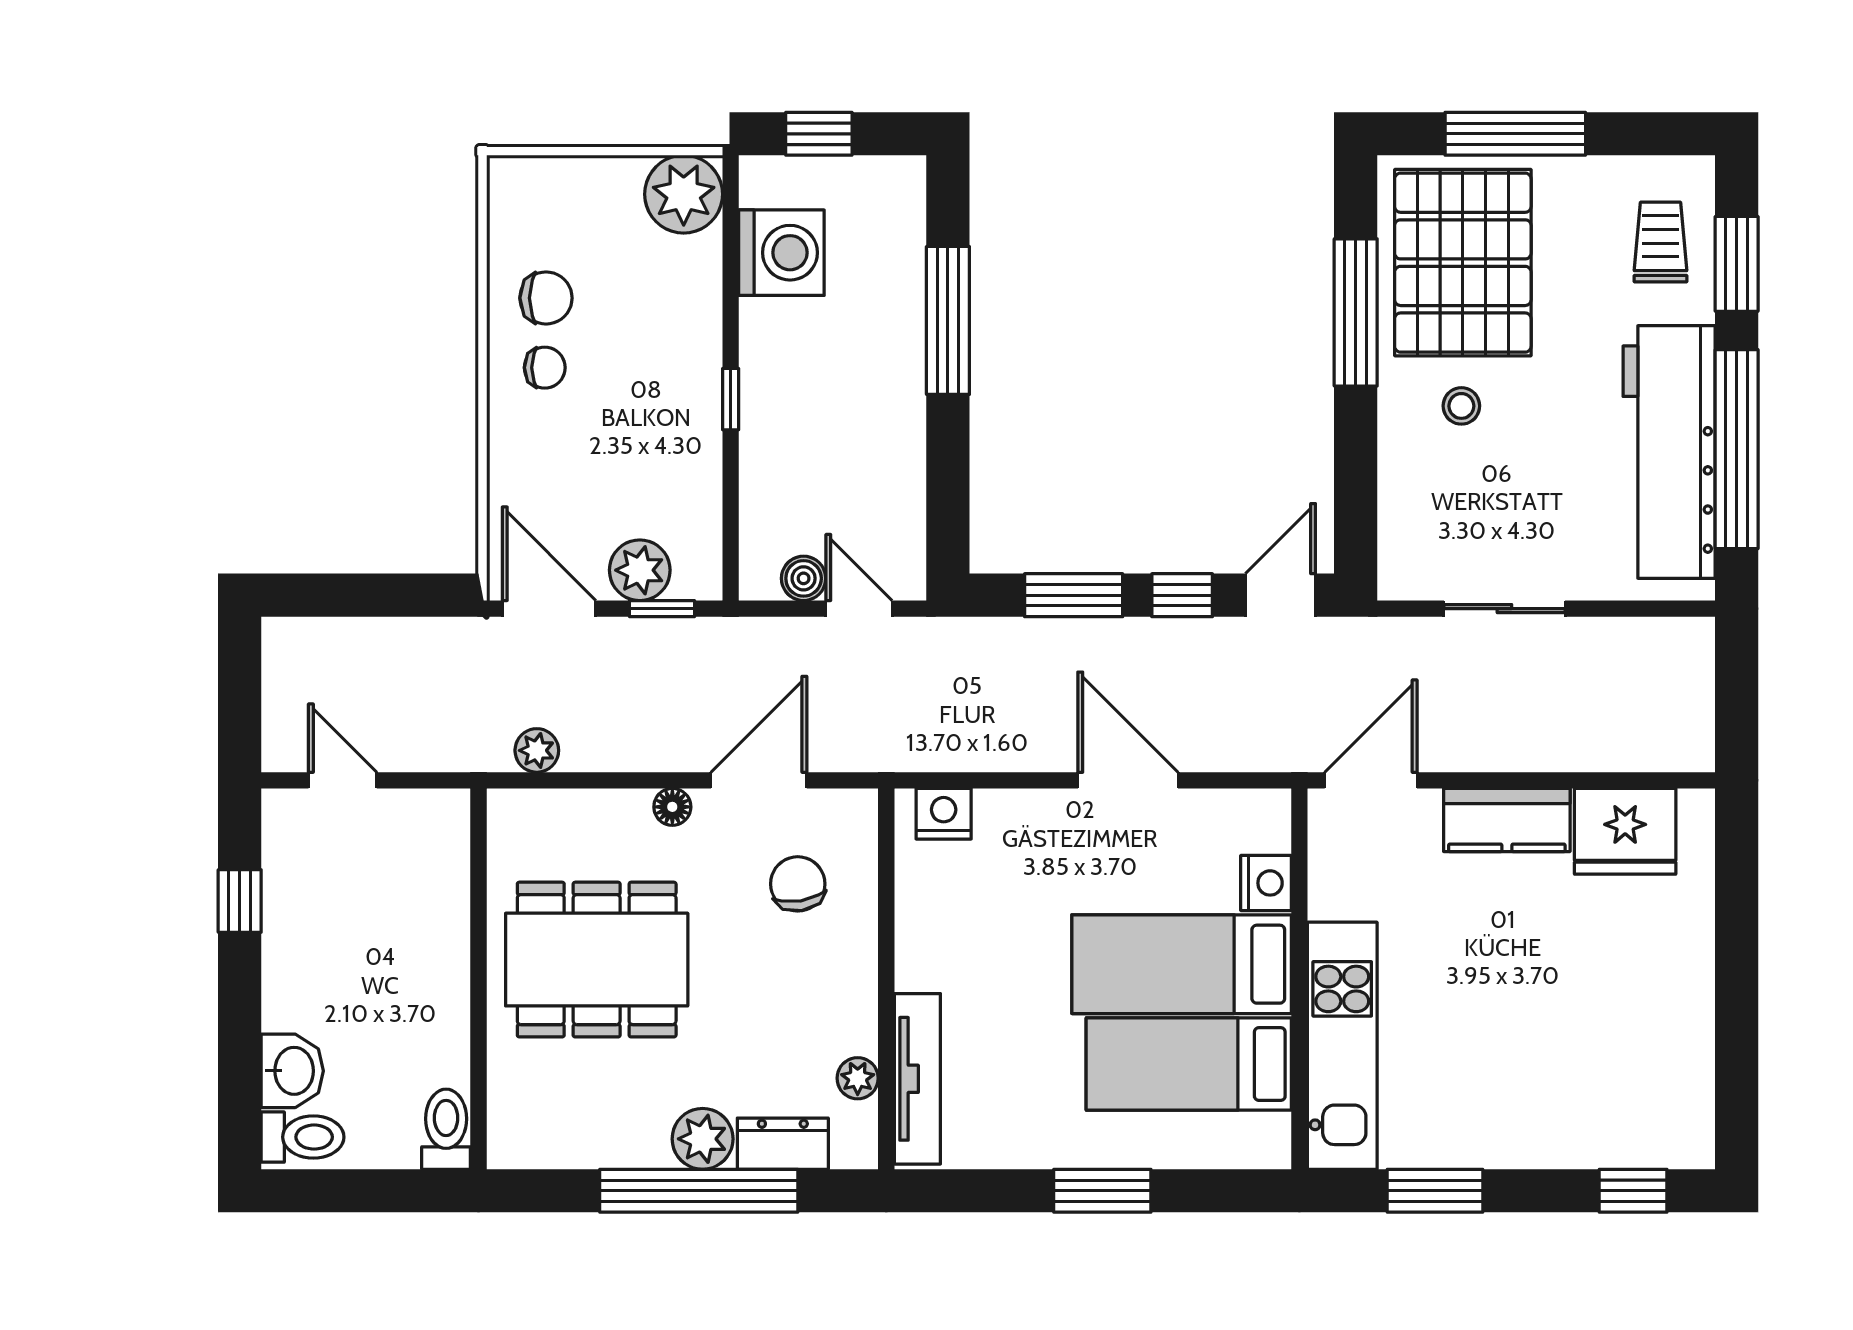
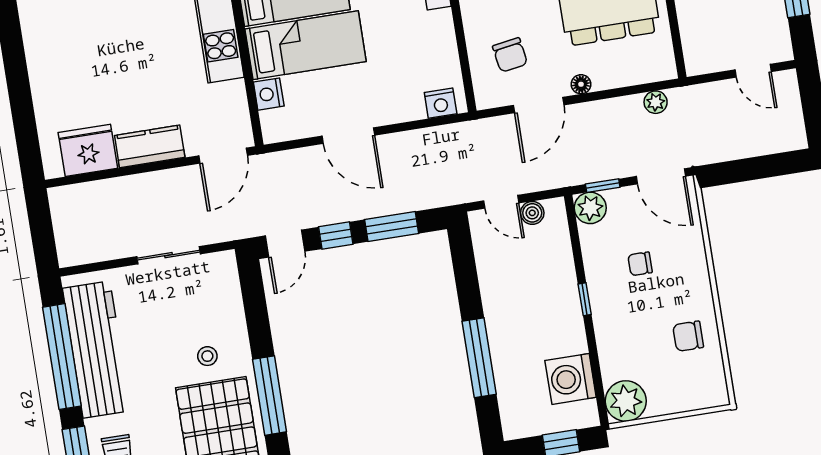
chair: (545, 368) -> (640, 264), moved
plant: (640, 570) -> (590, 208), moved

